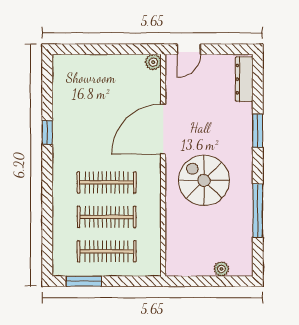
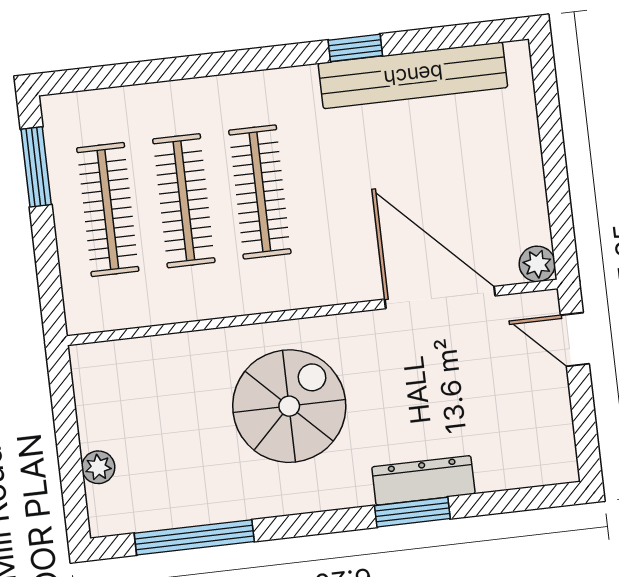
dresser: (244, 79) -> (423, 480), moved
bench: (62, 108) -> (413, 75), added
door: (163, 129) -> (440, 298), moved
window: (258, 211) -> (194, 537), moved

